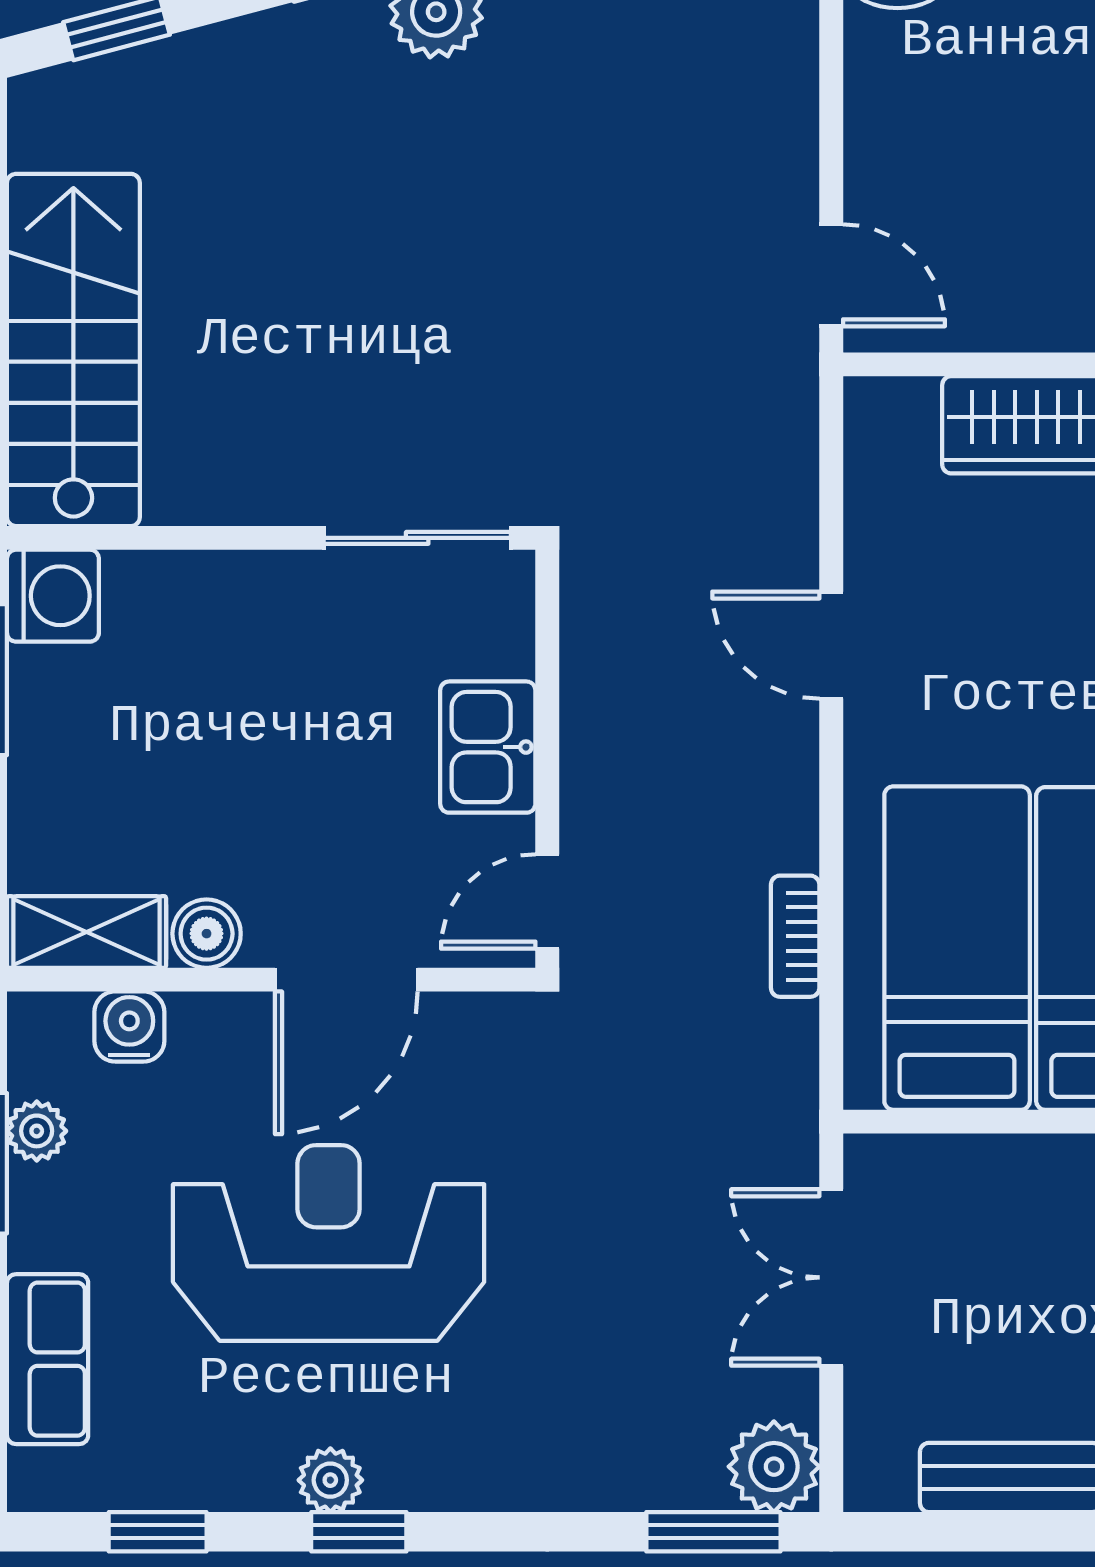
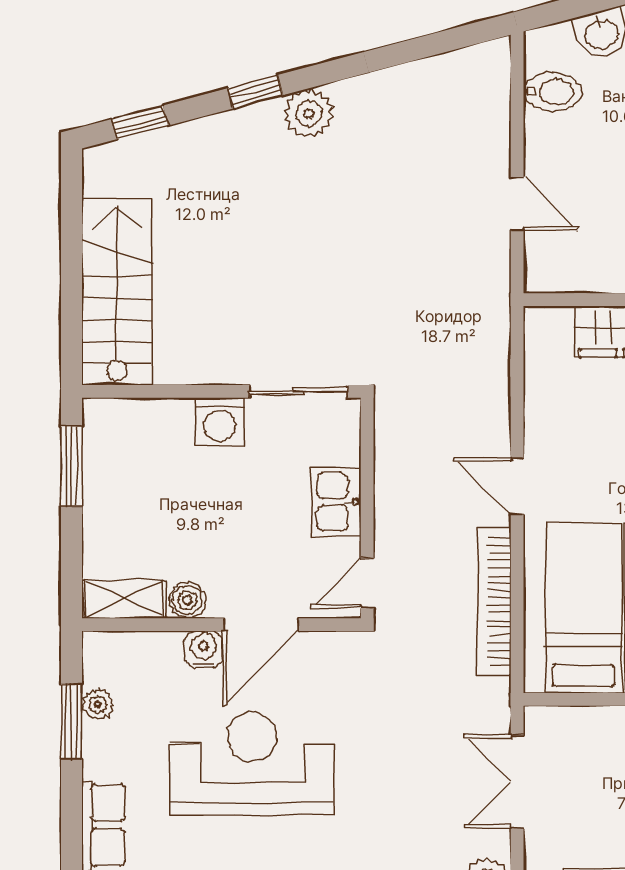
door: (831, 275) -> (517, 204), moved
washing machine: (53, 596) -> (220, 422), moved, turned 90
door: (831, 645) -> (517, 486), moved
bookcase: (795, 936) -> (494, 602), width x2.31, depth x1.31
water cooler: (129, 1027) -> (203, 649), moved

